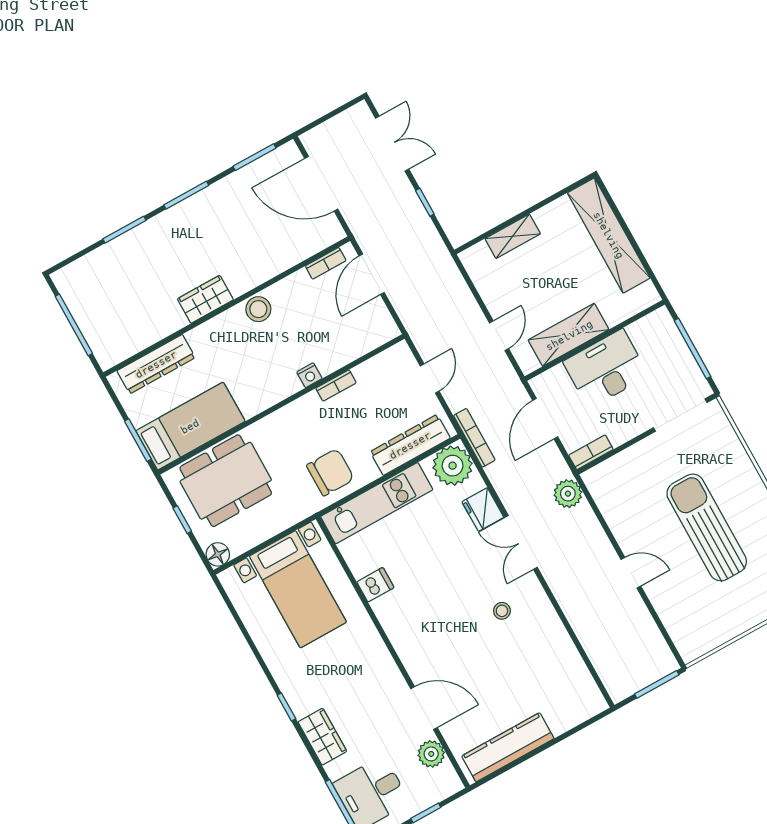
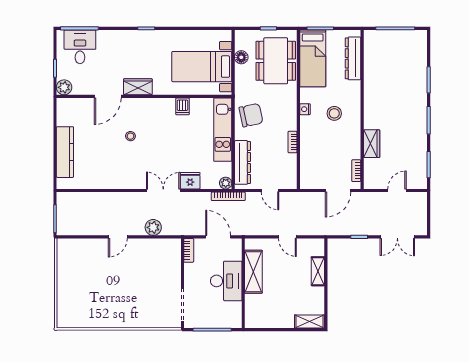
door: (321, 184) -> (397, 191), width x0.53
shelving: (609, 235) -> (310, 321), width x0.45, depth x0.75
door: (372, 274) -> (338, 191), swing flipped
wardrobe: (205, 299) -> (372, 144), moved
stool: (258, 309) -> (334, 113), moved
door: (499, 336) -> (287, 237), moved
nightstand: (309, 375) -> (305, 109), moved
plant: (453, 466) -> (226, 183), width x0.53, depth x0.53
chair: (330, 472) -> (251, 115), turned -102
plant: (568, 494) -> (153, 227), moved
sun lounger: (707, 527) -> (119, 287), removed
floor lamp: (218, 554) -> (241, 57), moved
stool: (502, 611) -> (130, 136), moved
wardrobe: (322, 737) -> (138, 87), moved, turned 180
kitchen counter: (508, 747) -> (65, 152), moved
plant: (431, 754) -> (64, 87), moved

